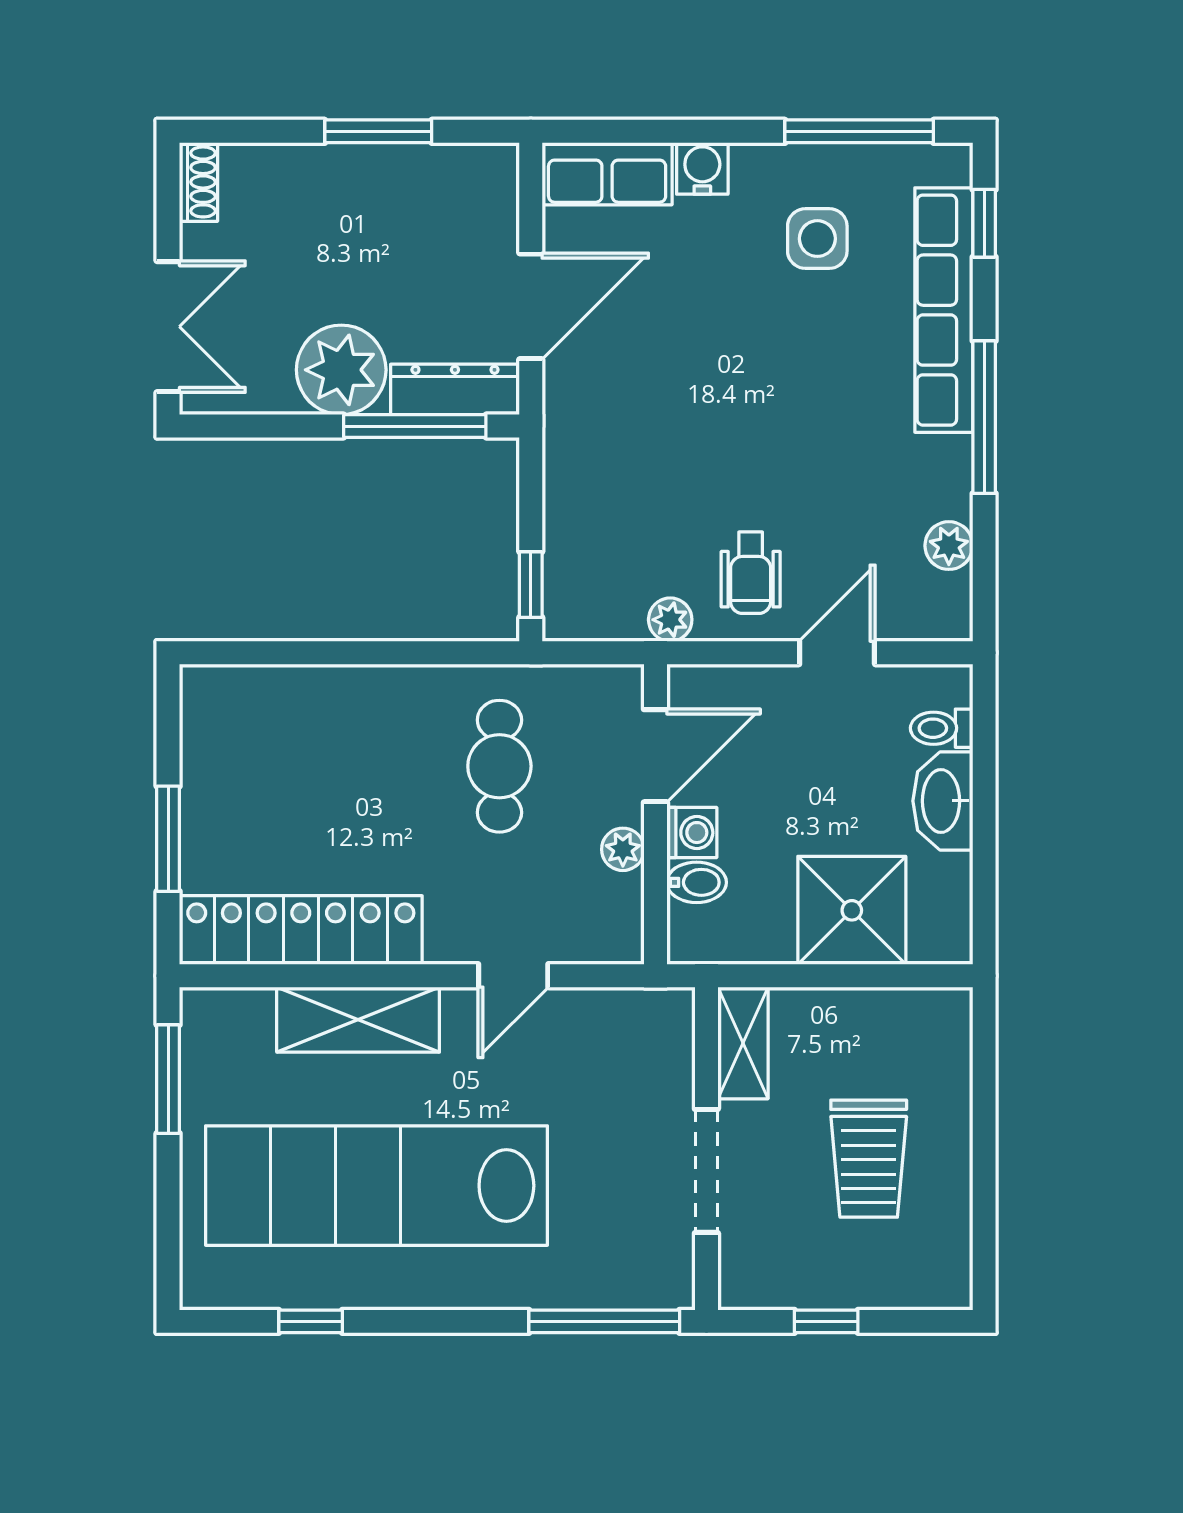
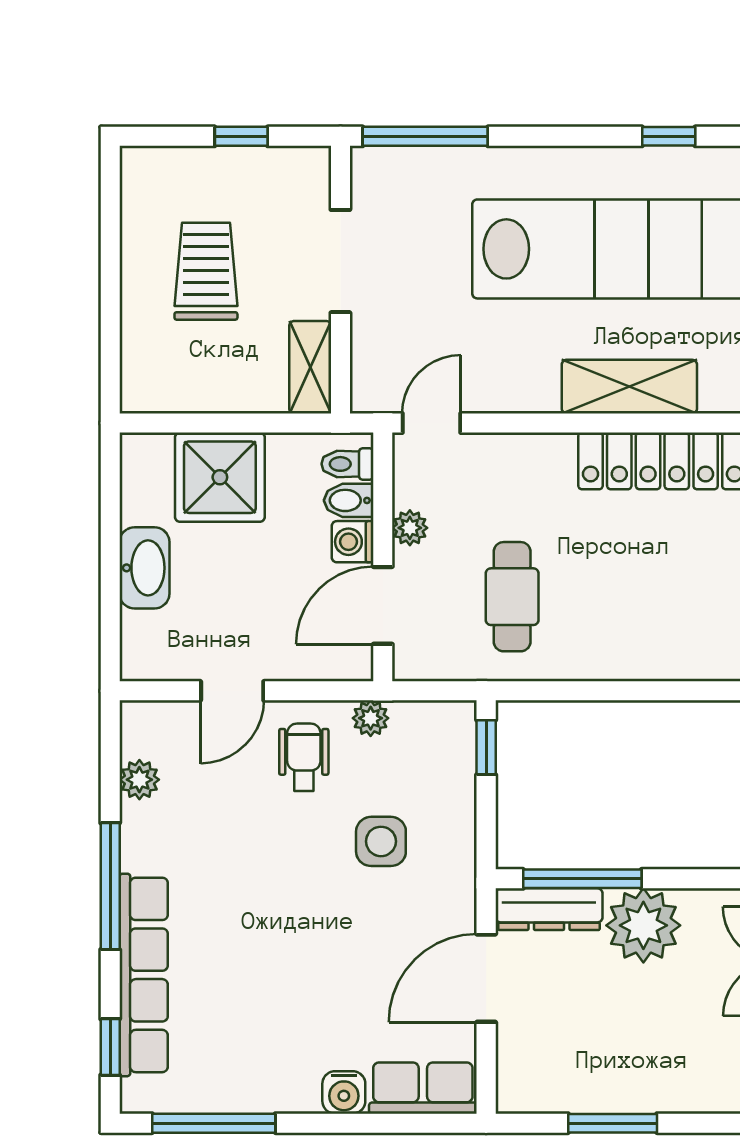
side table: (817, 239) -> (381, 841), moved
toilet: (942, 728) -> (348, 464), moved, turned 180
door: (513, 976) -> (431, 423), moved

